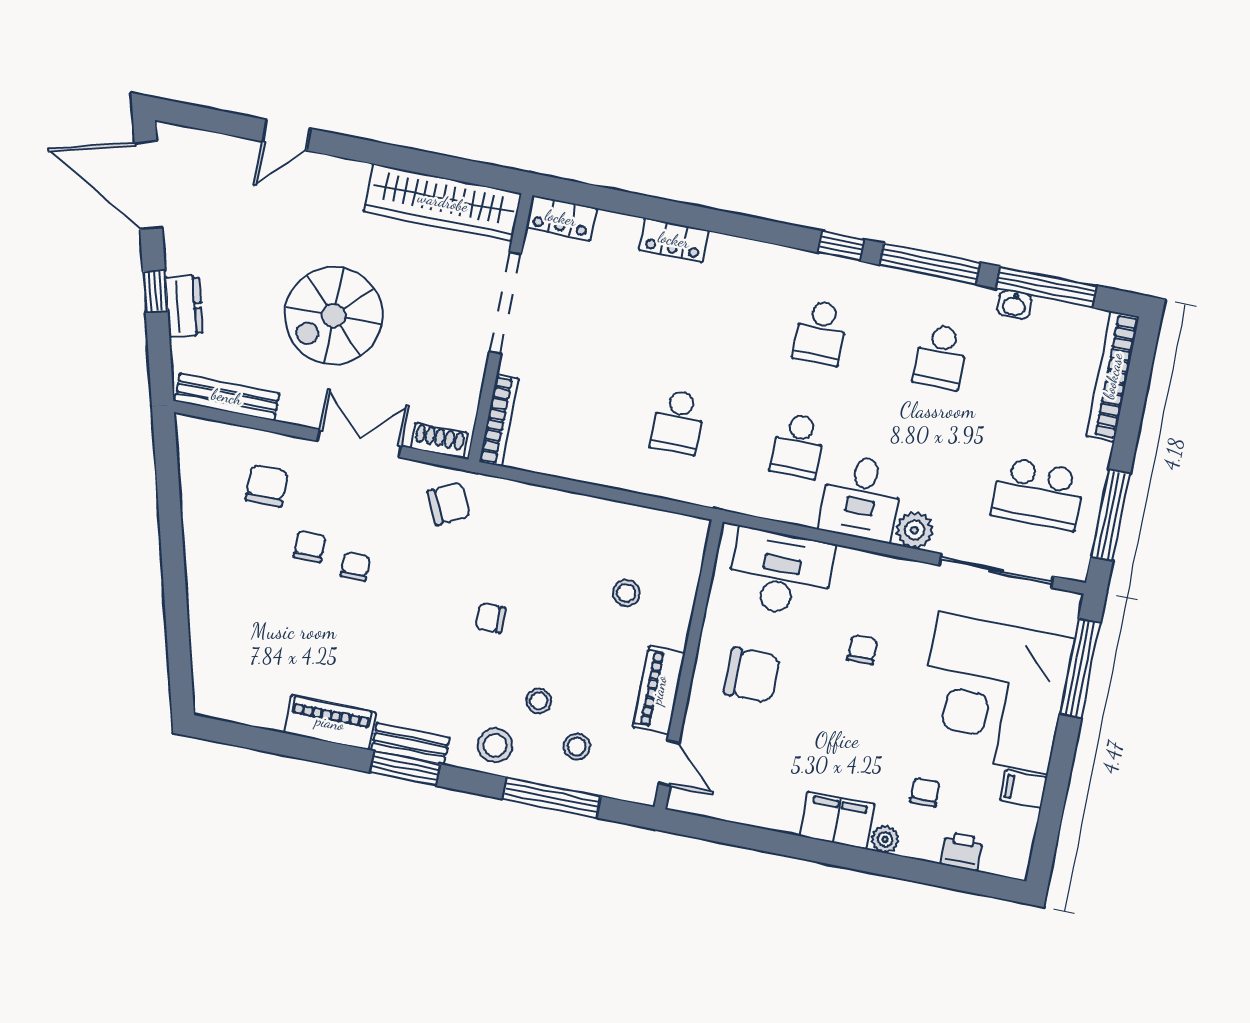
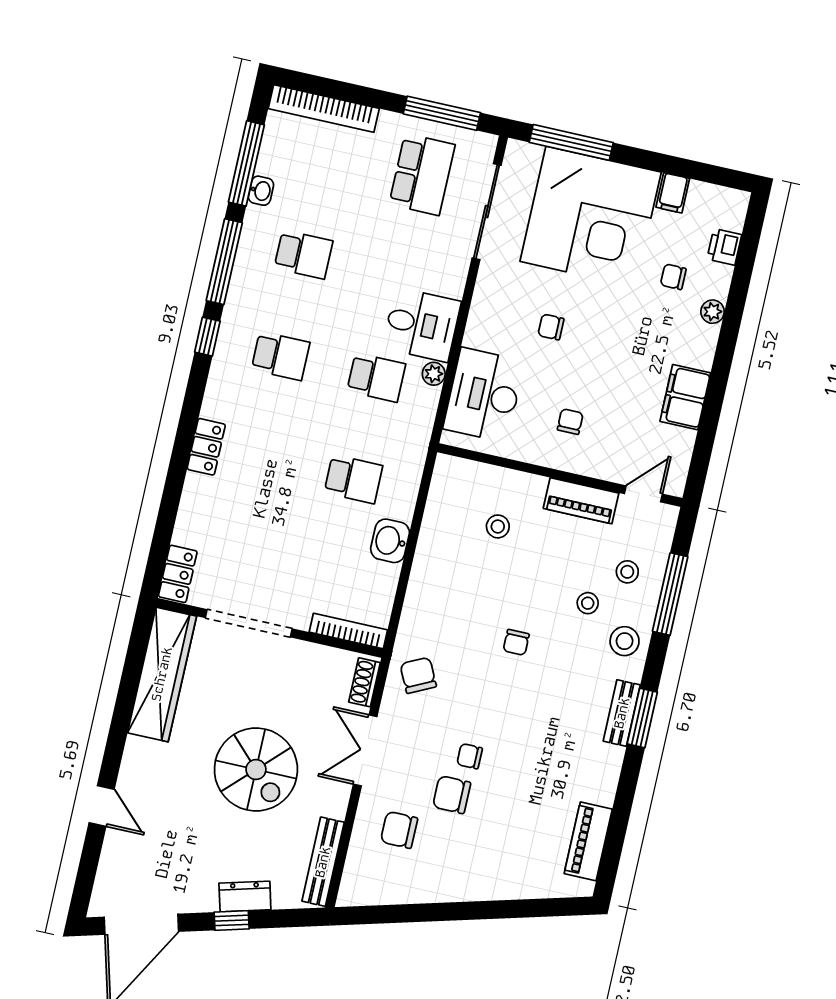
locker: (674, 240) -> (206, 447), moved
washbasin: (606, 467) -> (390, 541), added
plant: (914, 530) -> (434, 374), moved, width x0.73, depth x0.73
chair: (310, 546) -> (452, 795), width x1.37, depth x1.37
chair: (752, 675) -> (570, 422), width x0.54, depth x0.54
piano: (330, 723) -> (588, 841), moved
filing cabinet: (837, 820) -> (685, 397), moved

